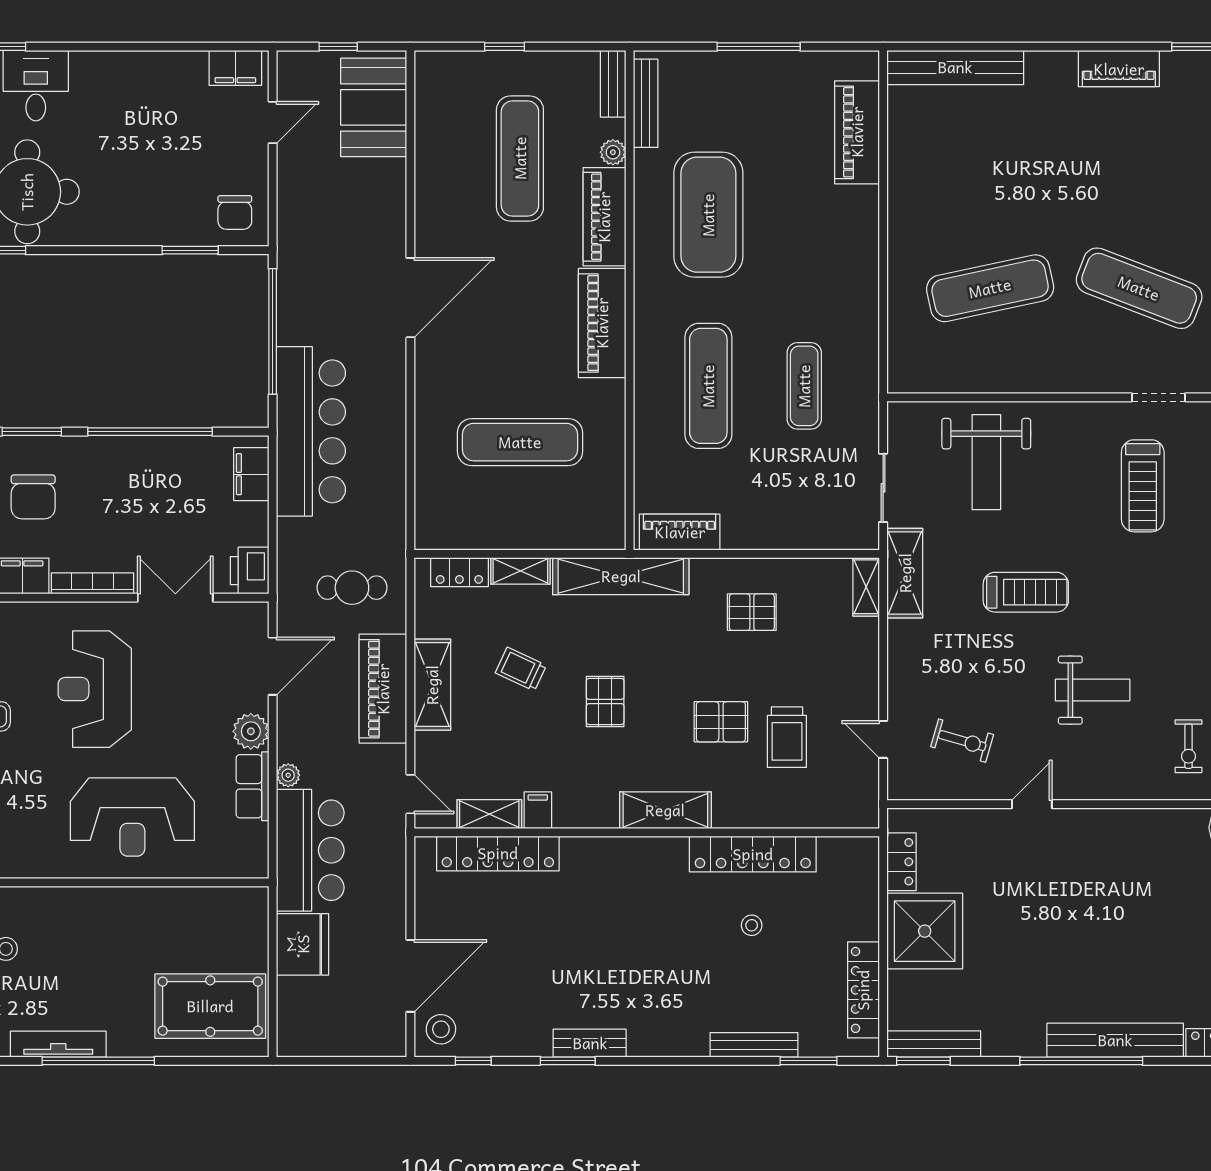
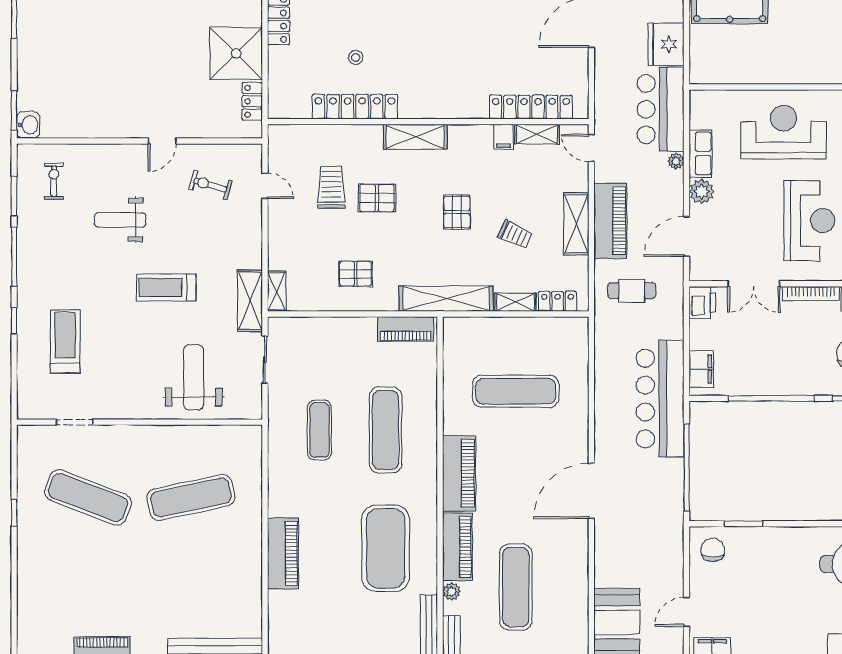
piano: (857, 132) -> (283, 553), moved
treadmill: (1143, 486) -> (65, 341), moved

